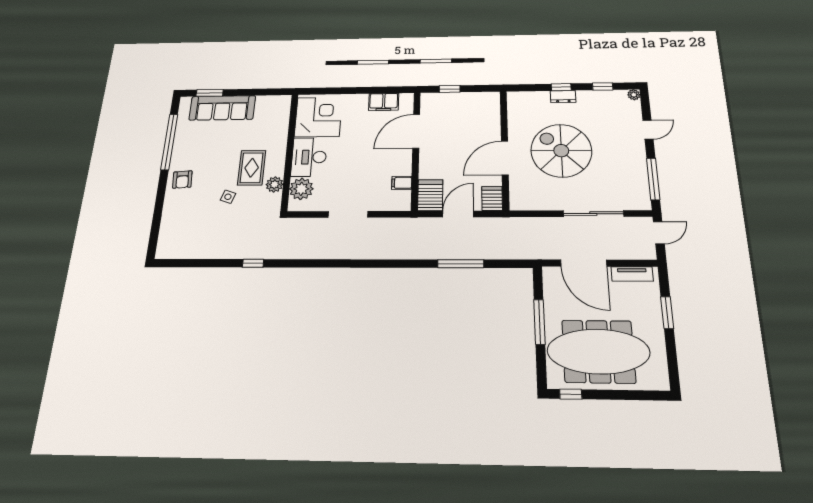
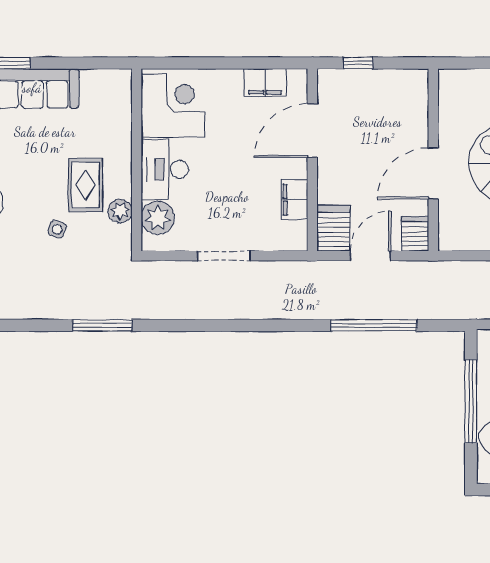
filing cabinet: (402, 183) -> (294, 200), width x2.00
window: (253, 263) -> (102, 325), width x2.17
window: (461, 264) -> (374, 325), width x1.46
window: (539, 322) -> (471, 401), width x1.46

